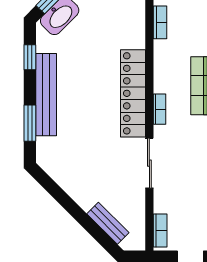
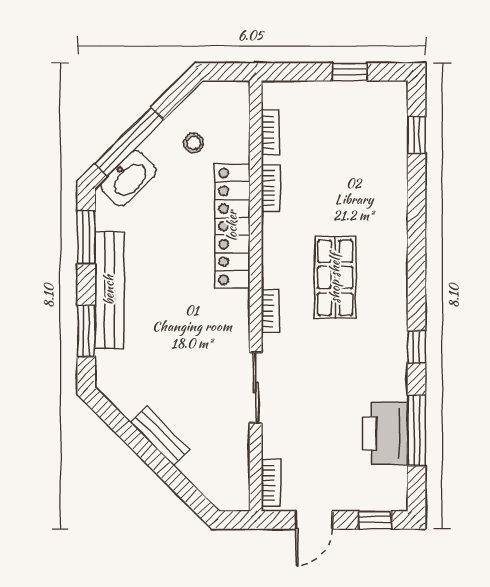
window: (30, 57) -> (86, 237), width x1.50
locker: (133, 93) -> (232, 226), moved
bench: (108, 223) -> (160, 436), moved

